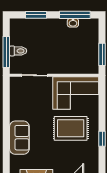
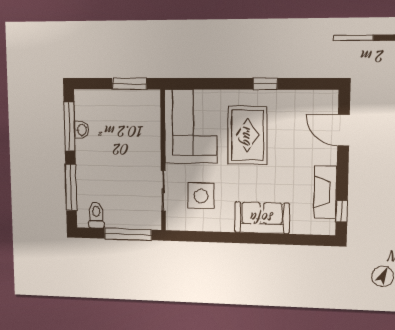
window: (36, 15) -> (71, 187), width x1.44
toilet: (18, 51) -> (96, 215), moved
side table: (32, 99) -> (201, 196), added

